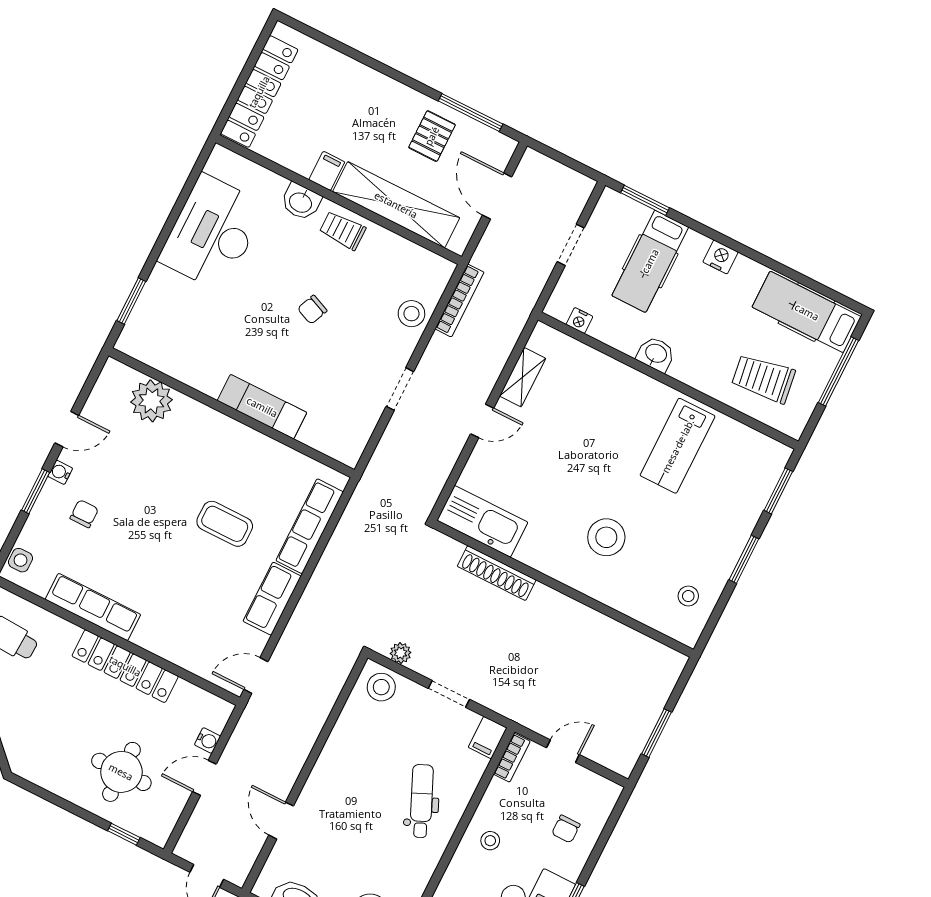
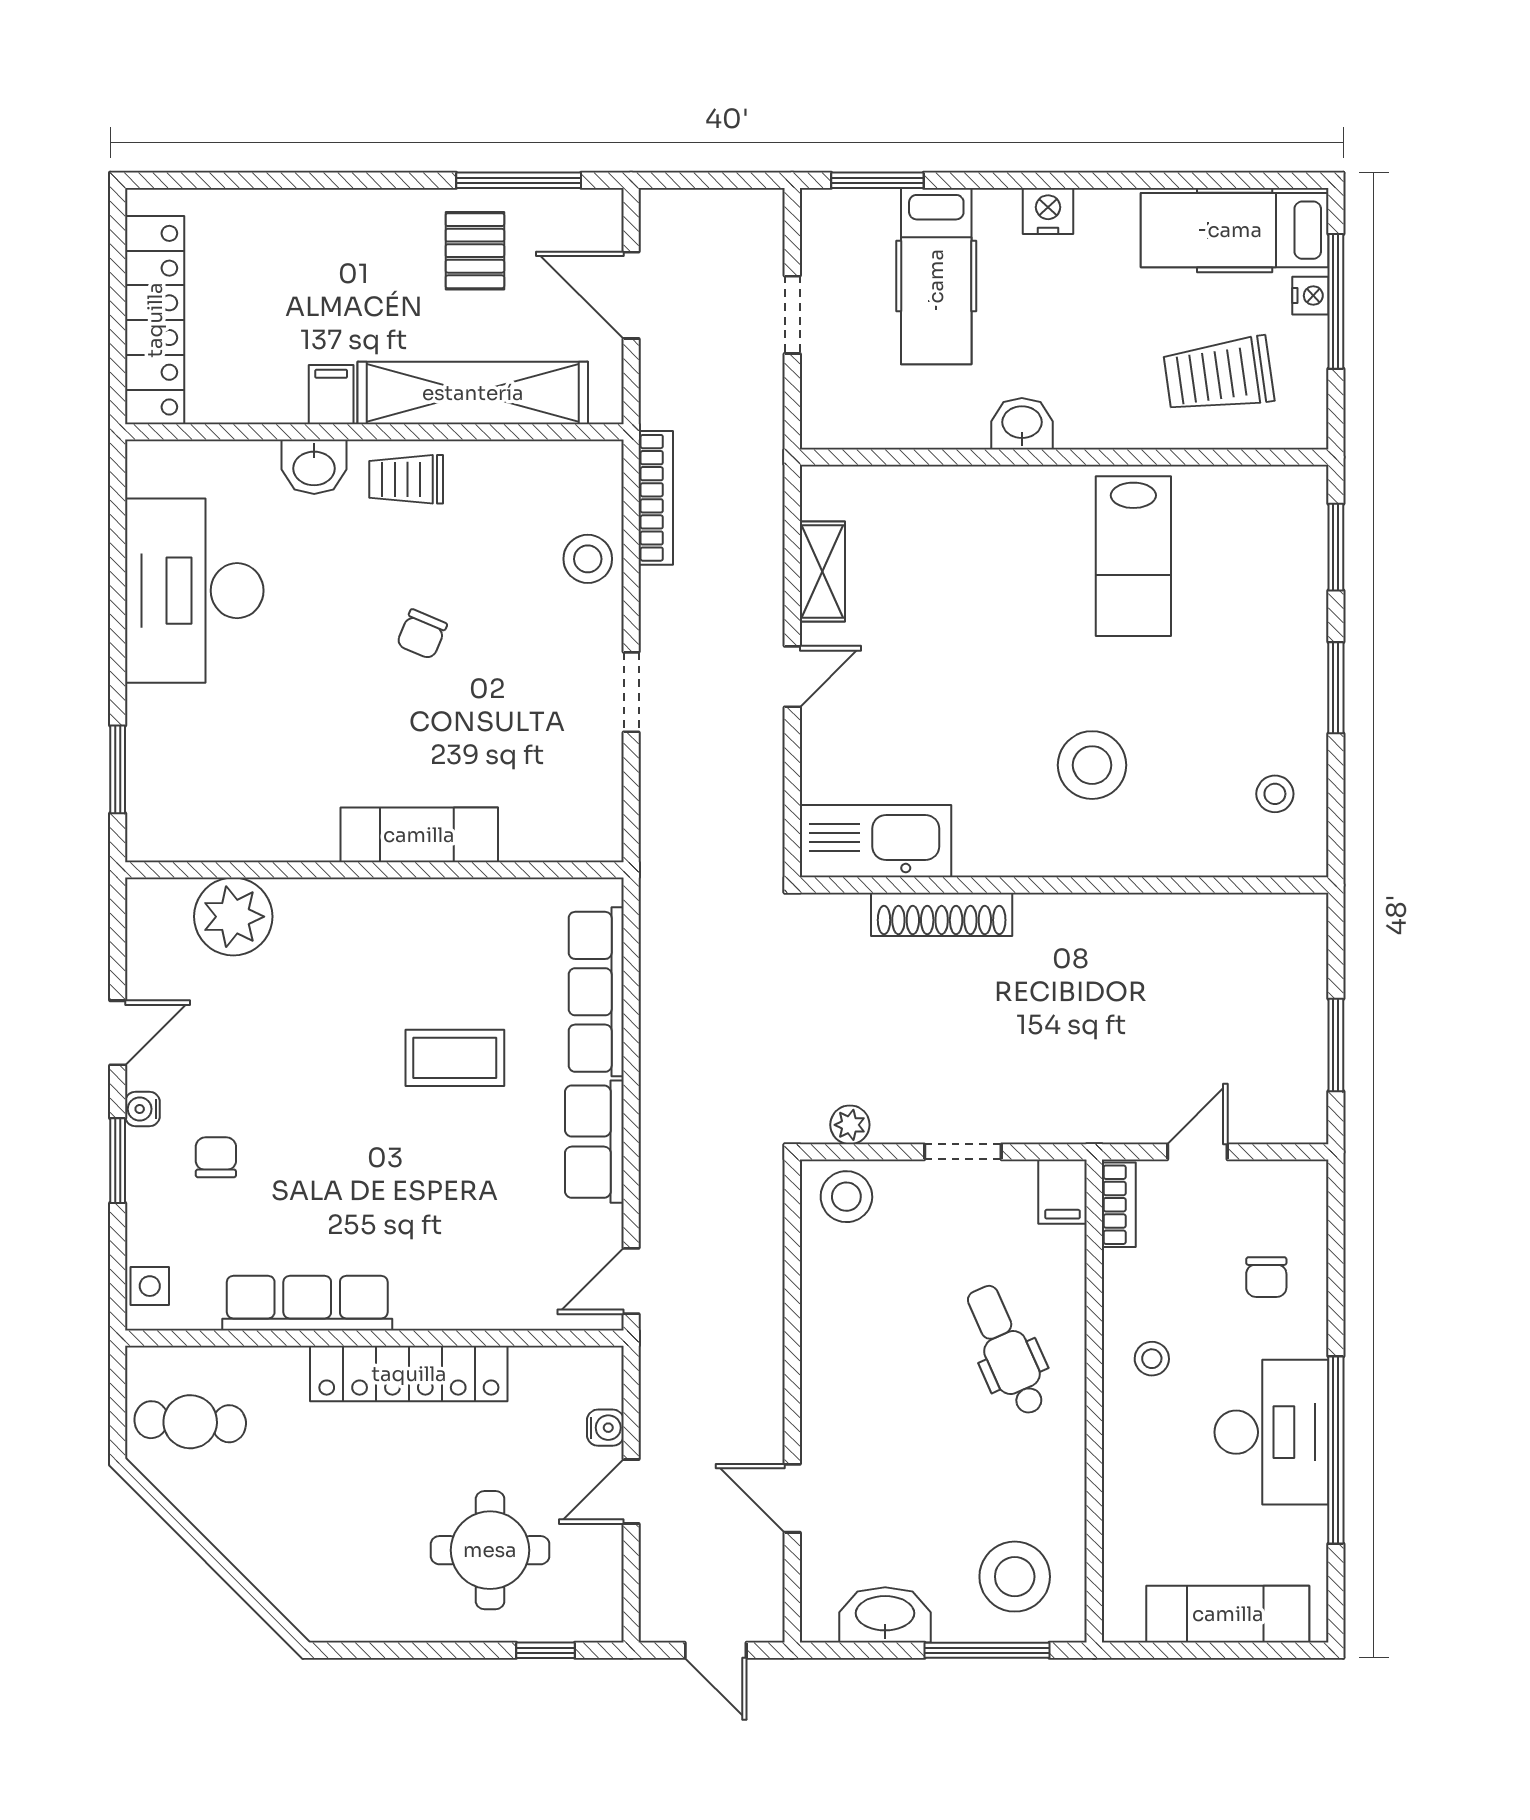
nightstand: (579, 320) -> (1310, 296), moved, turned -90

